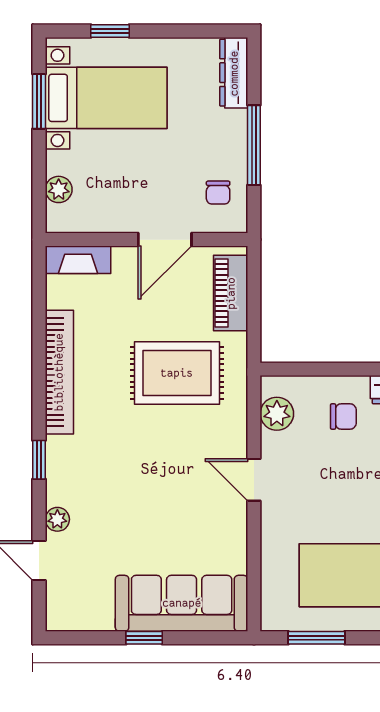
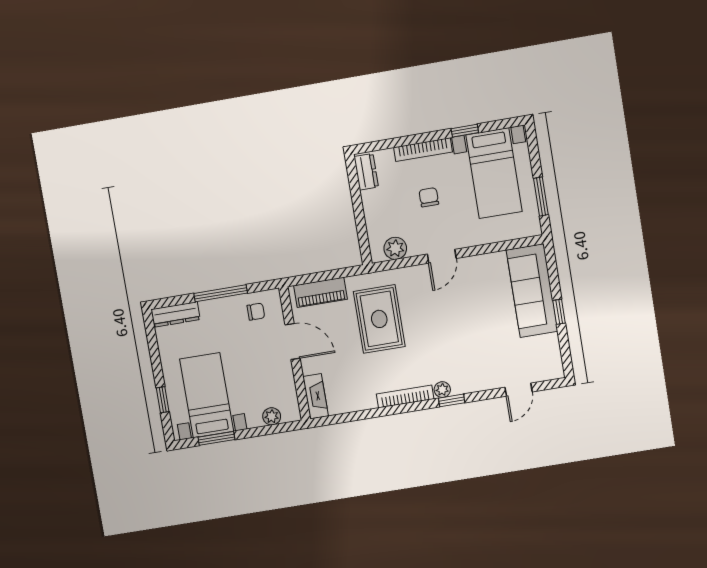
bookcase: (59, 372) -> (405, 396), width x0.68, depth x0.76
chair: (343, 416) -> (429, 197), moved
plant: (57, 519) -> (442, 390), moved

